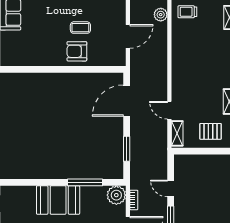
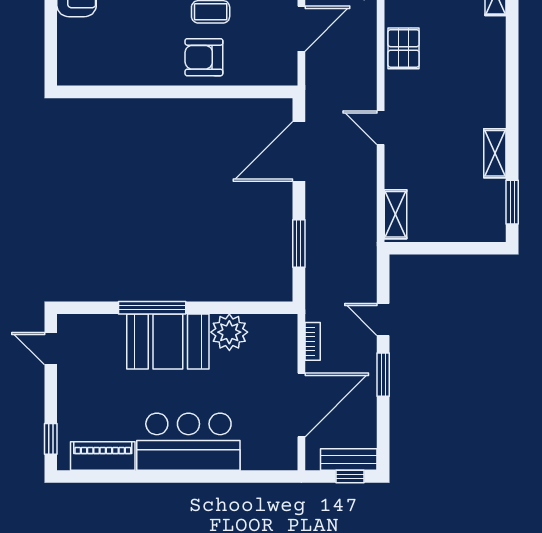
door: (169, 110) -> (381, 128), moved
pallet: (211, 131) -> (404, 48), moved, turned 90
window: (85, 182) -> (152, 308), moved
plant: (116, 195) -> (229, 332), moved

